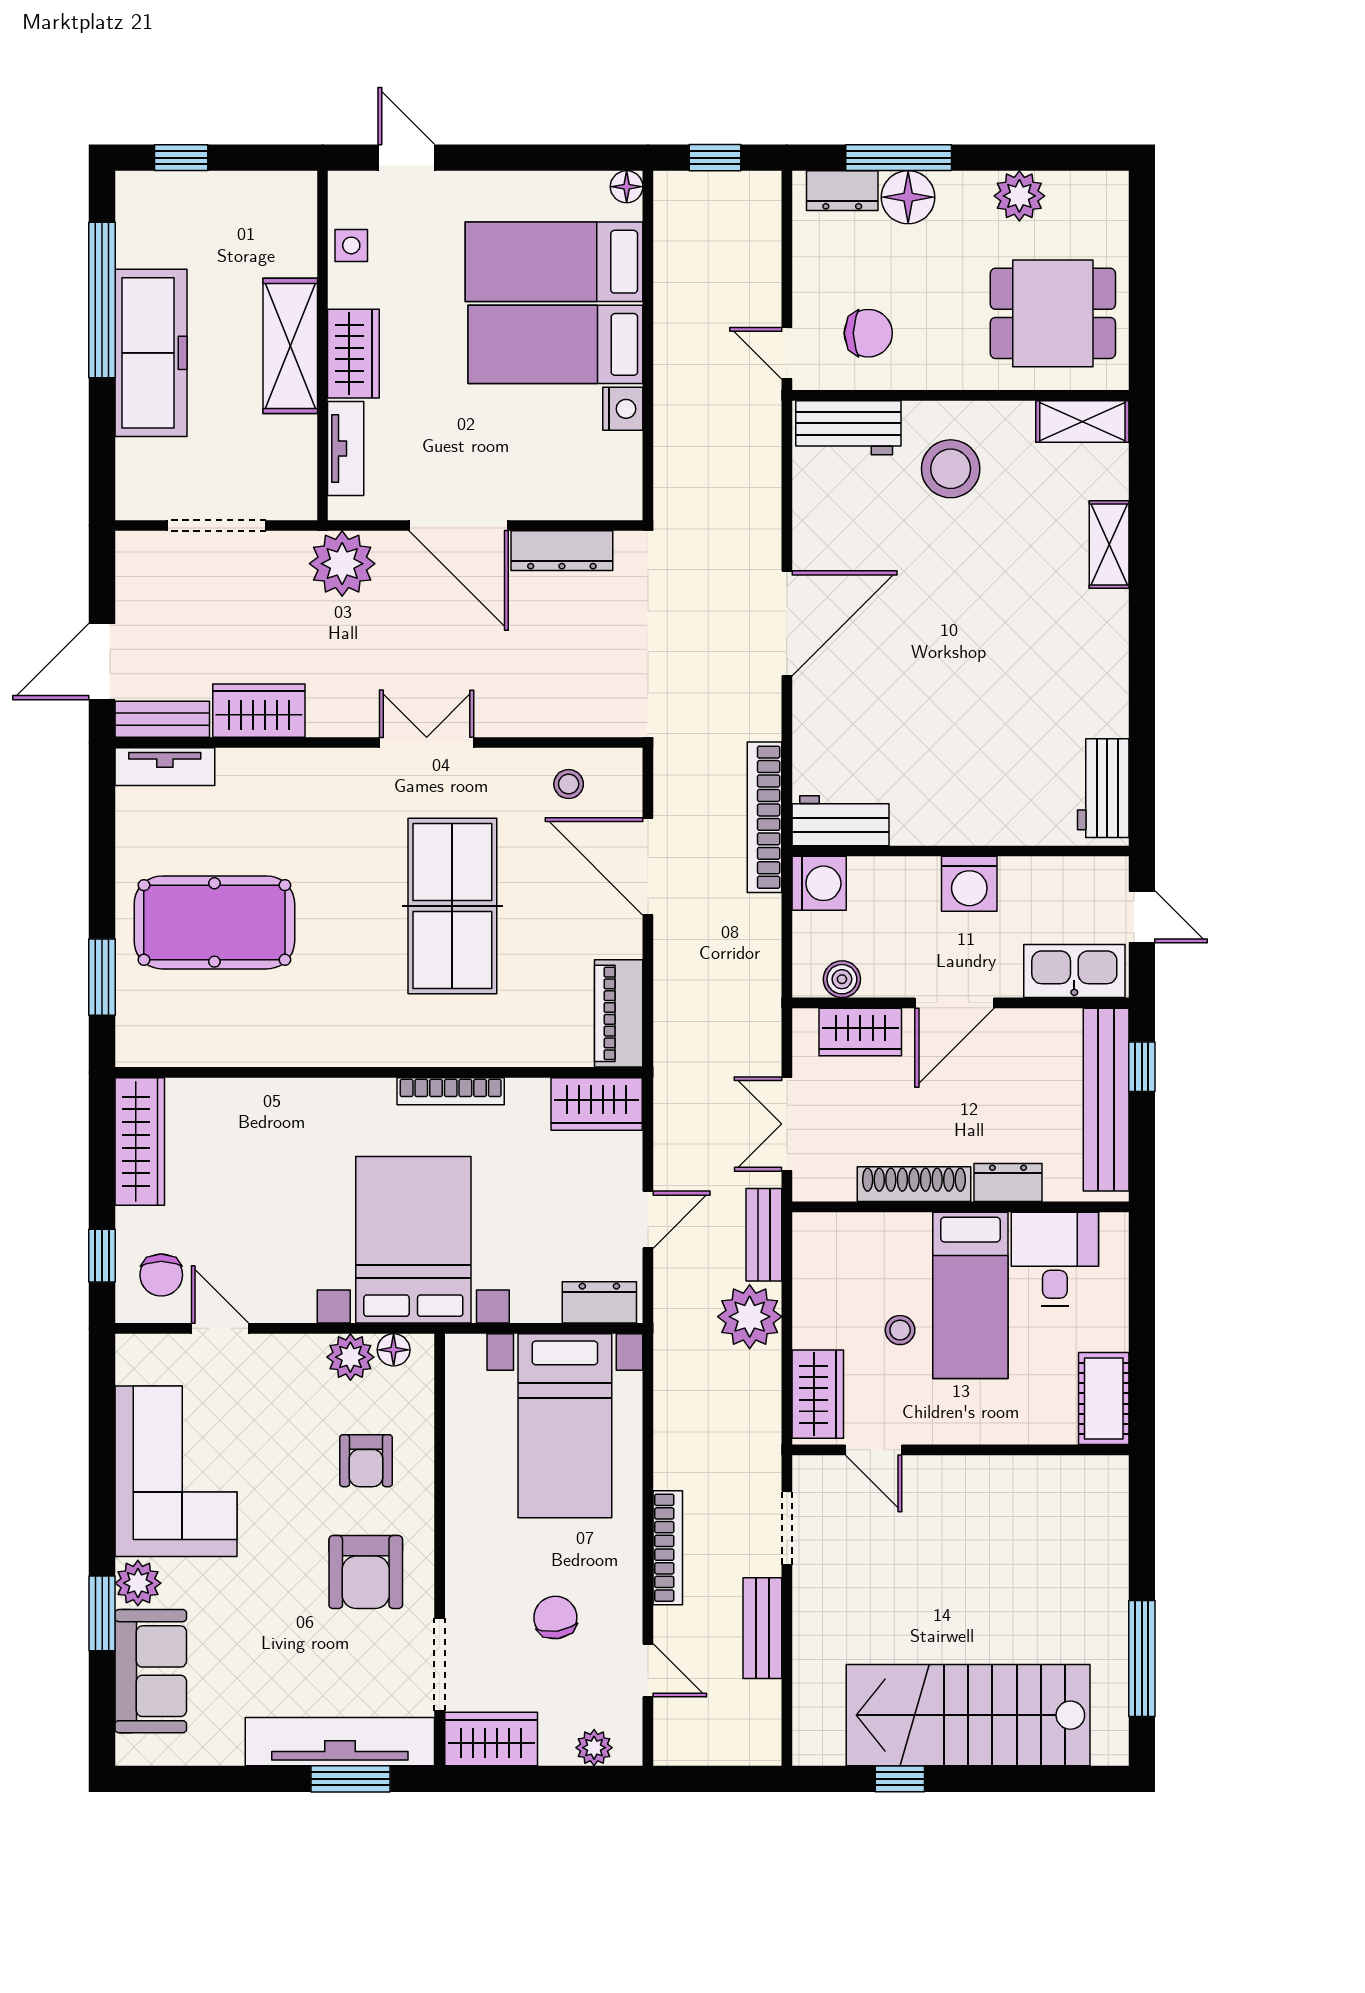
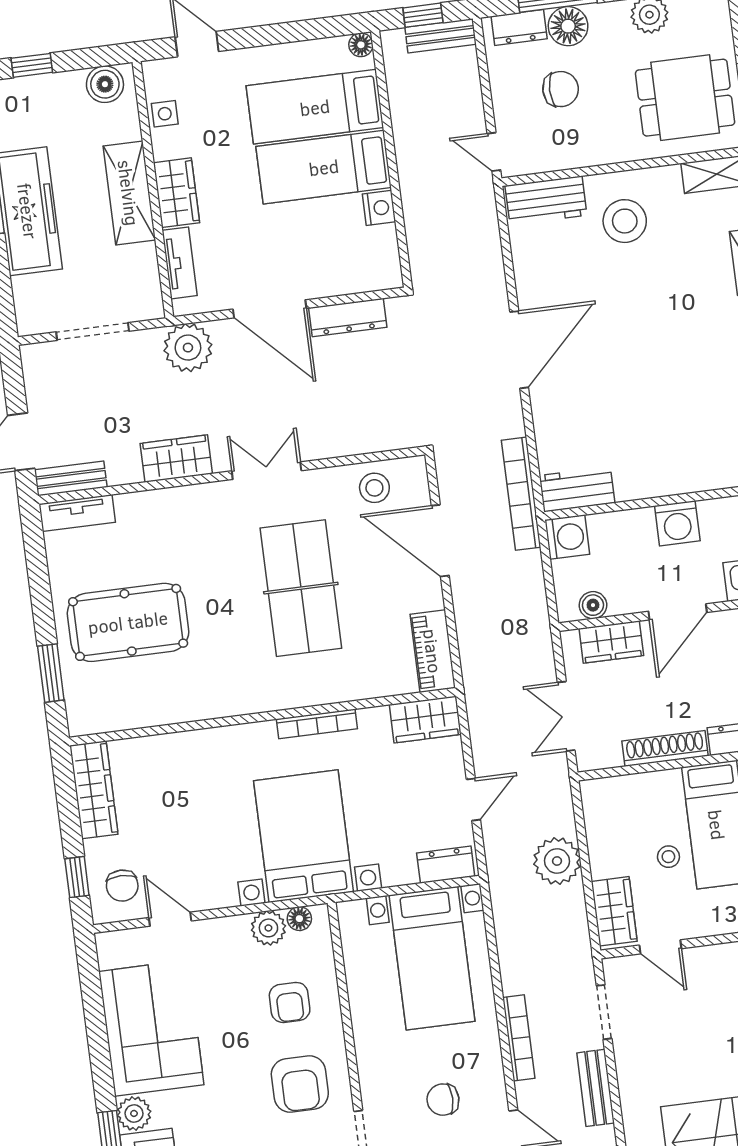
boiler: (276, 196) -> (105, 84), added
chair: (868, 333) -> (561, 89), moved
wardrobe: (259, 711) -> (176, 459), moved
stool: (569, 784) -> (374, 488), width x1.37, depth x1.37
bench: (764, 1235) -> (441, 36), moved, turned 90
chair: (555, 1618) -> (443, 1100), turned -82

